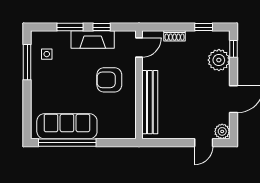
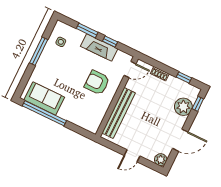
window: (27, 62) -> (39, 51), moved
sofa: (67, 126) -> (44, 98), width x0.73
door: (204, 143) -> (132, 156), moved

